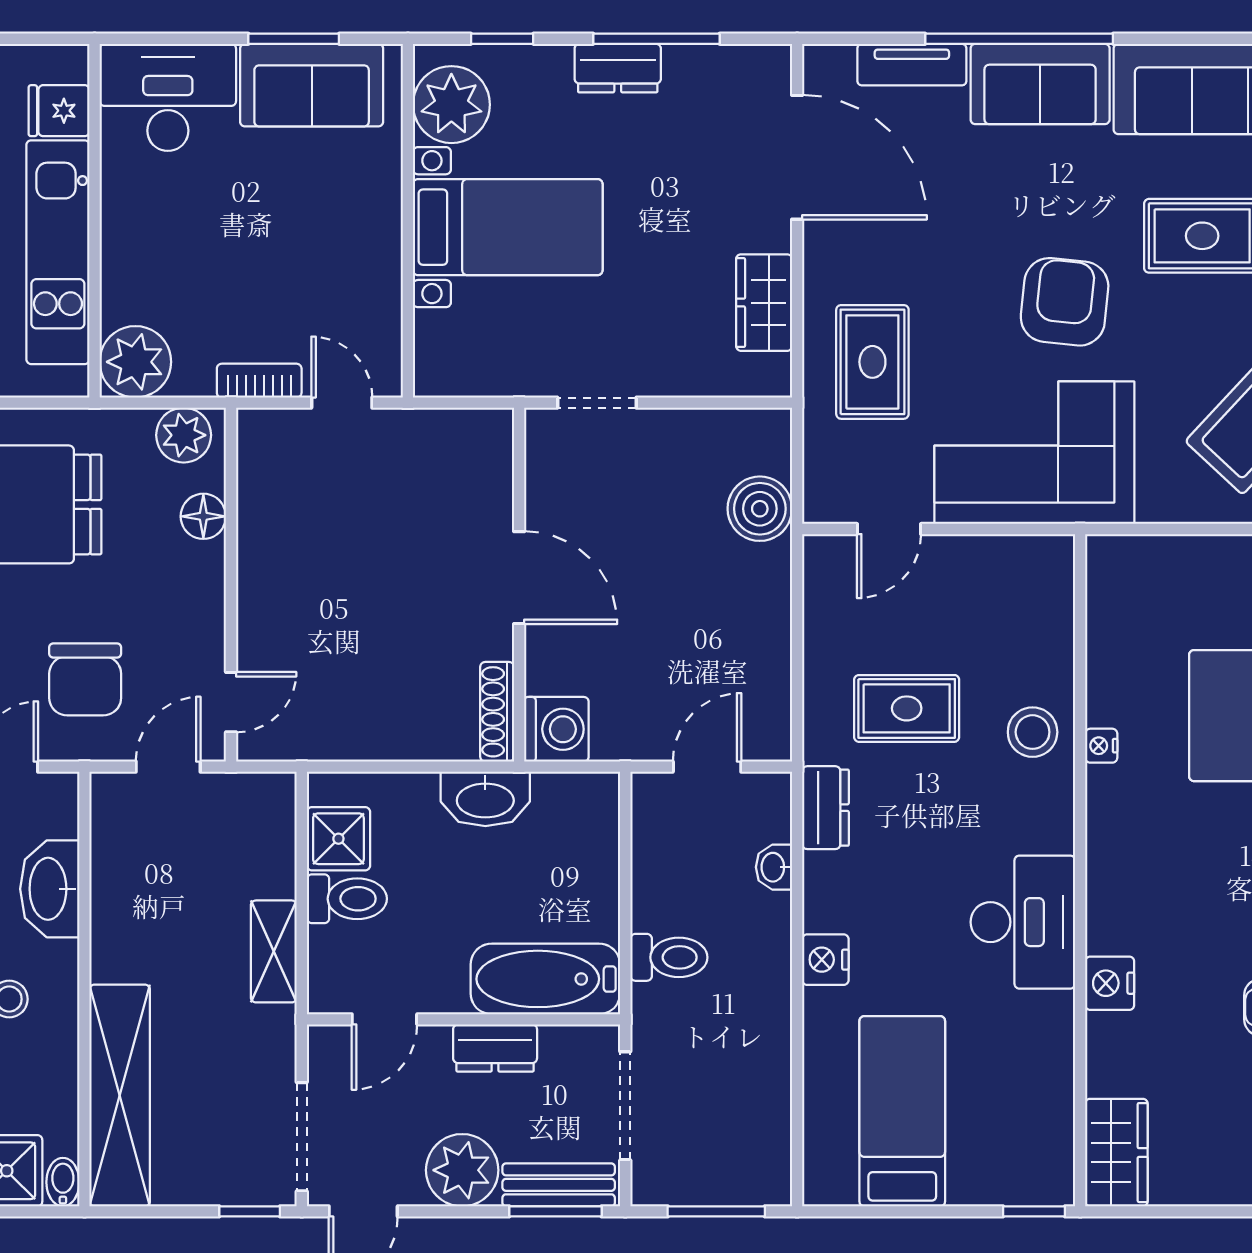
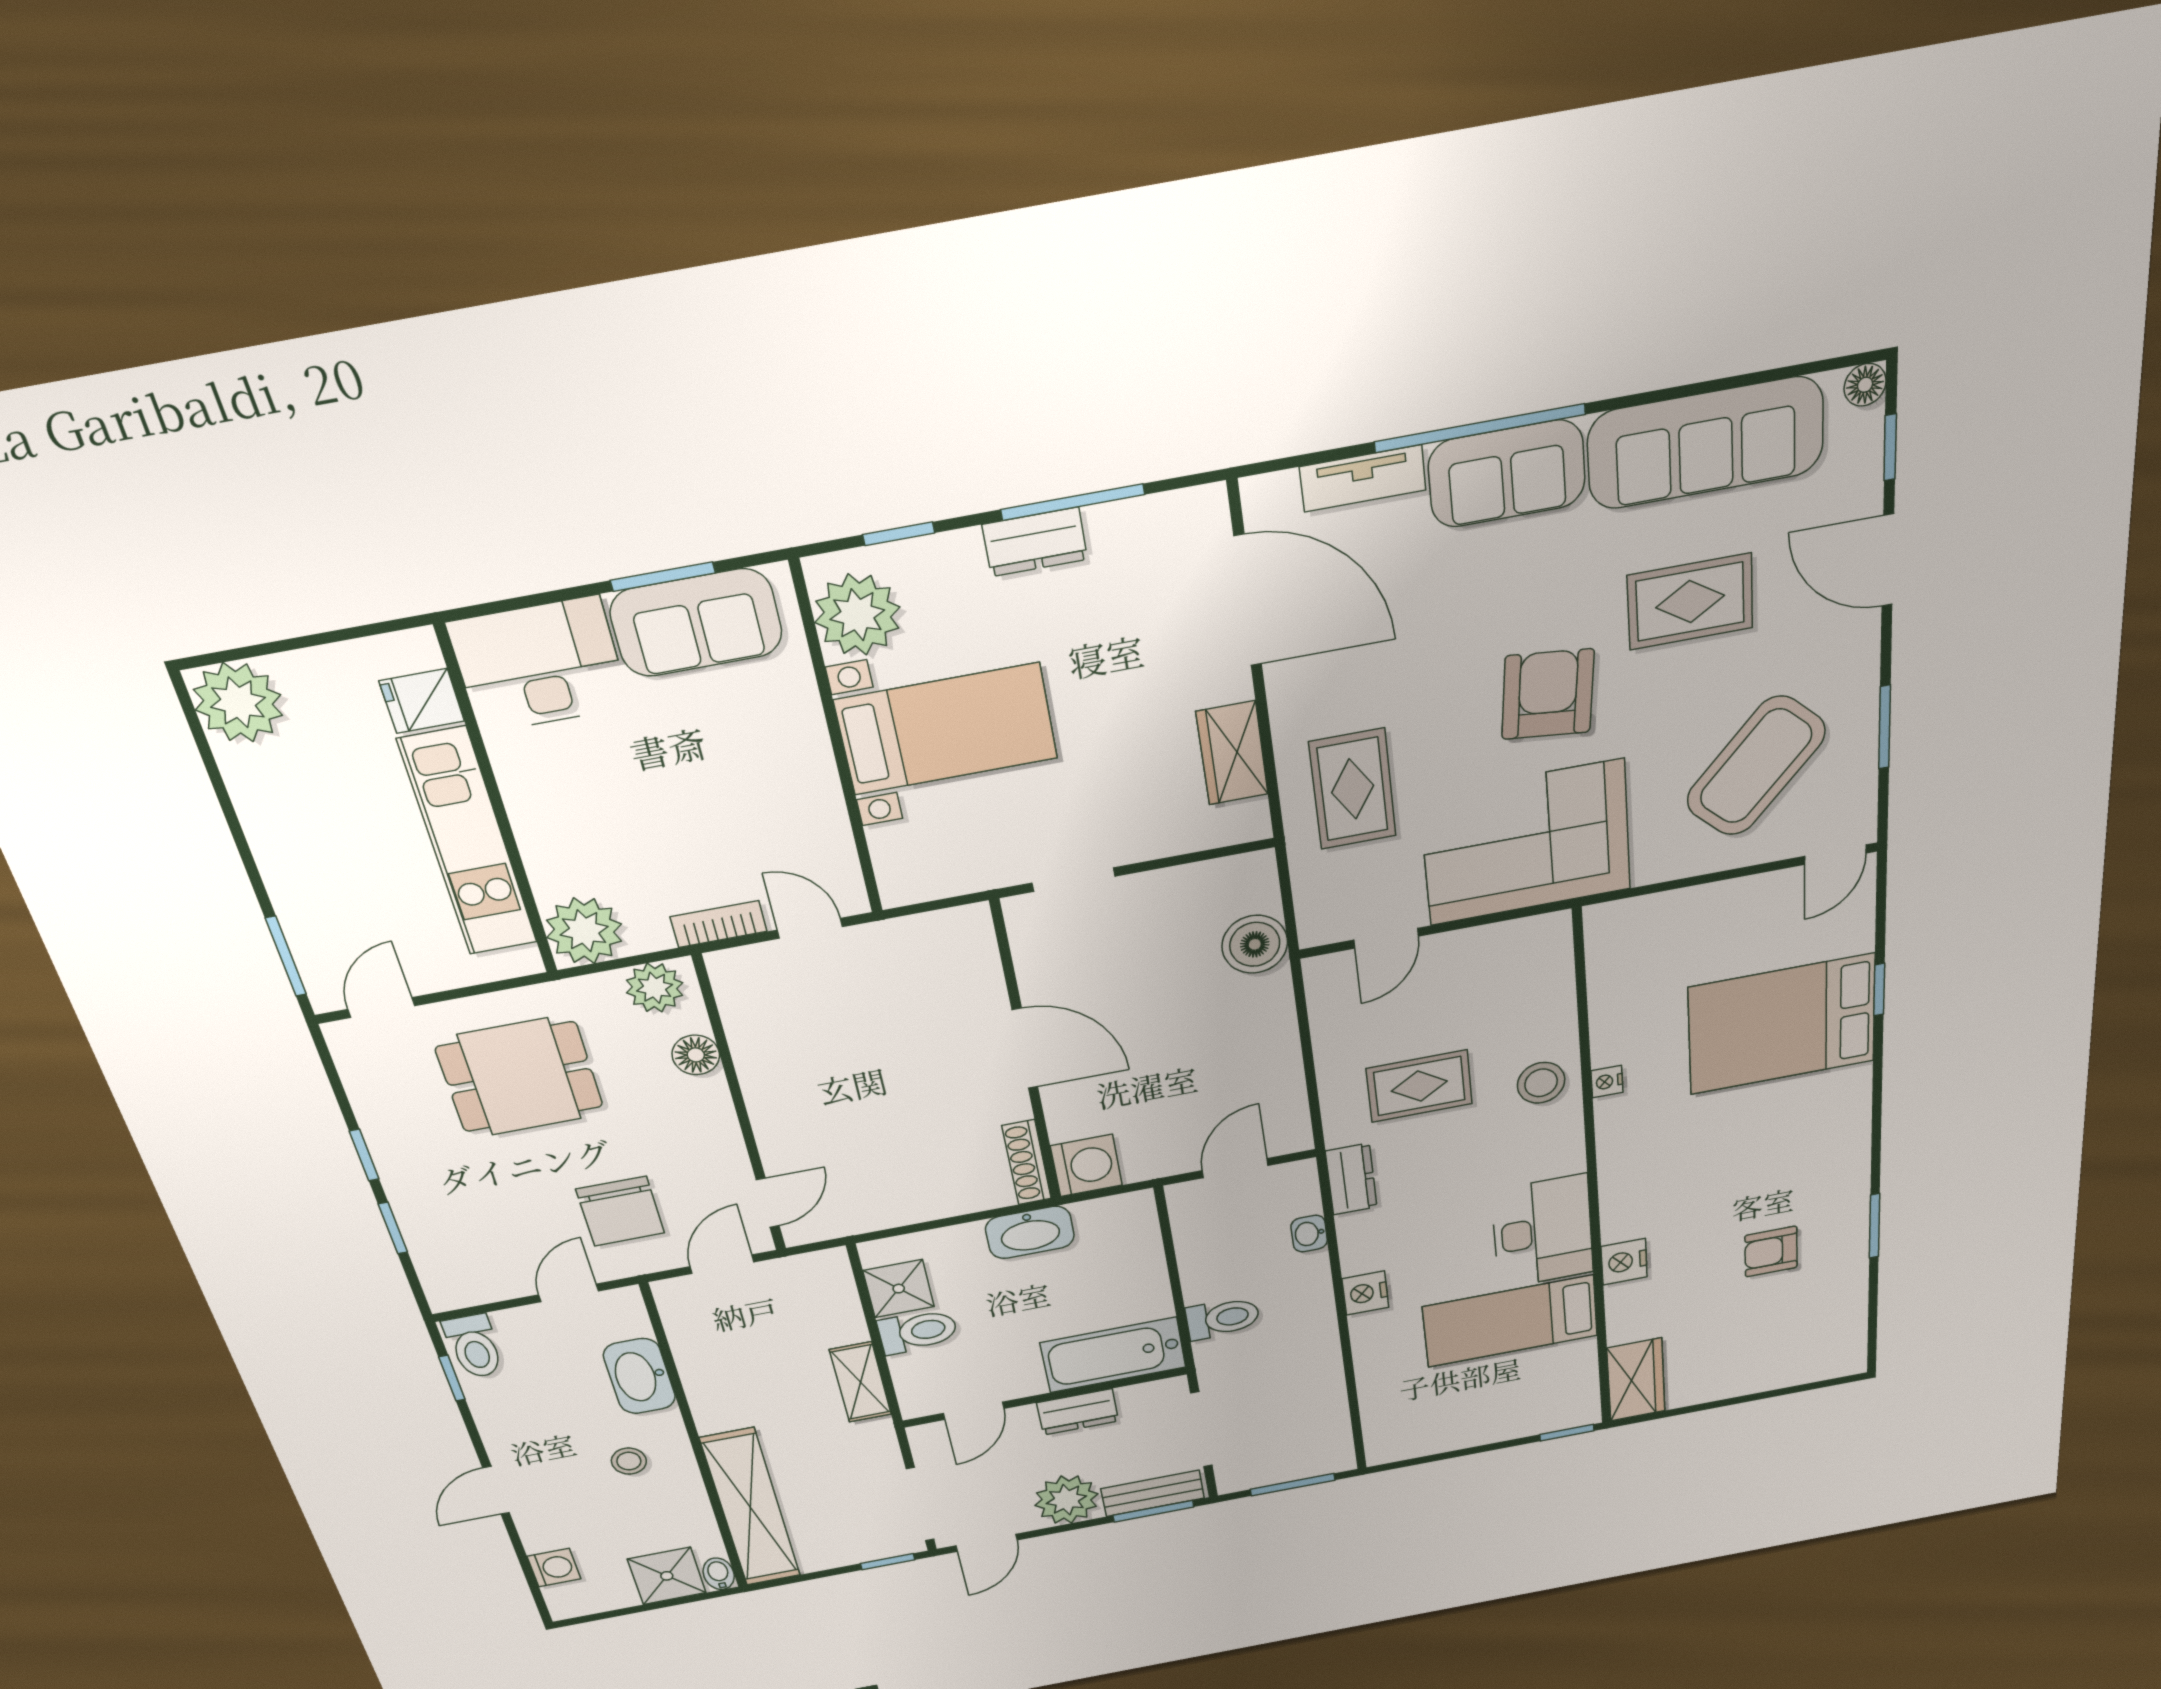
bed: (902, 1111) -> (1510, 1321), moved, turned -90

